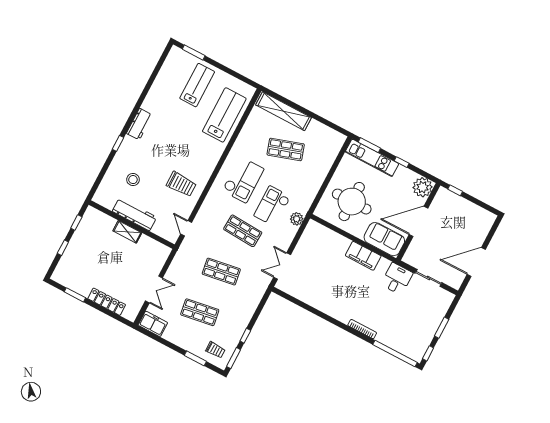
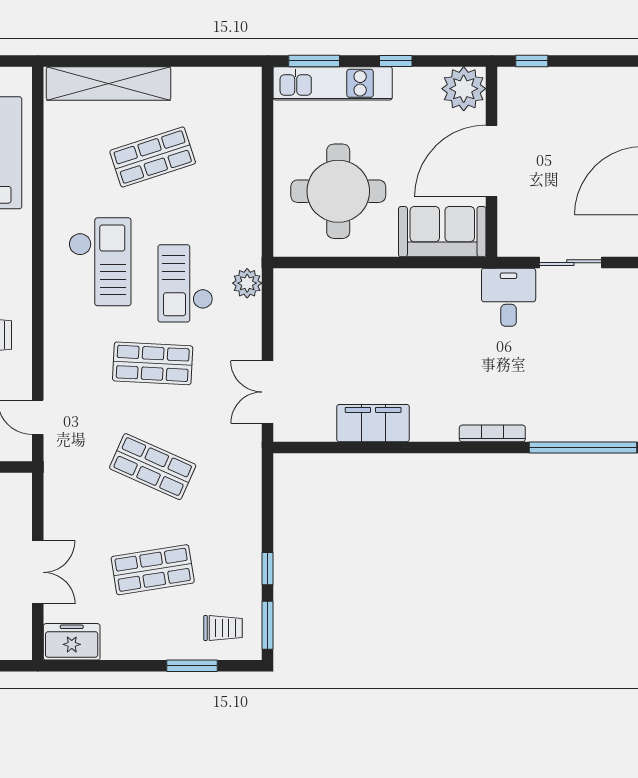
filing cabinet: (363, 256) -> (373, 423), moved, turned 180
shop shelf: (221, 272) -> (153, 467), turned 33

